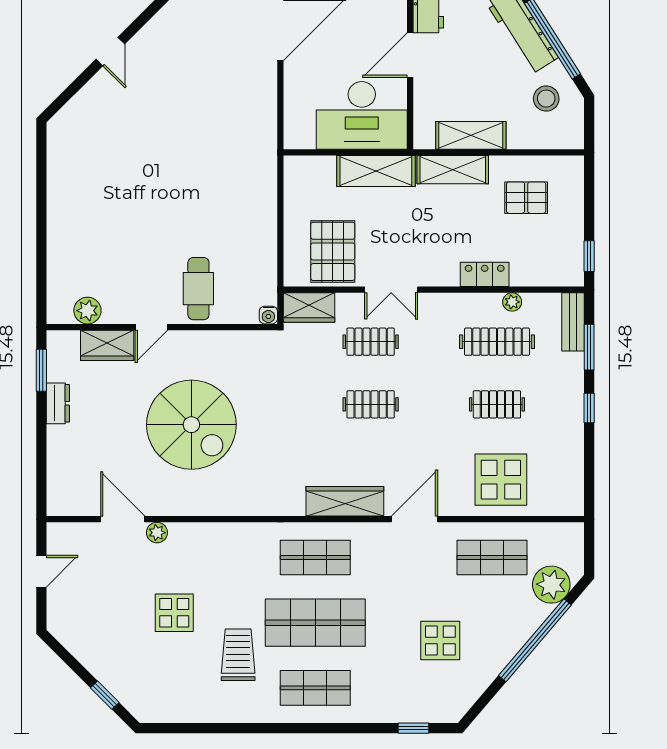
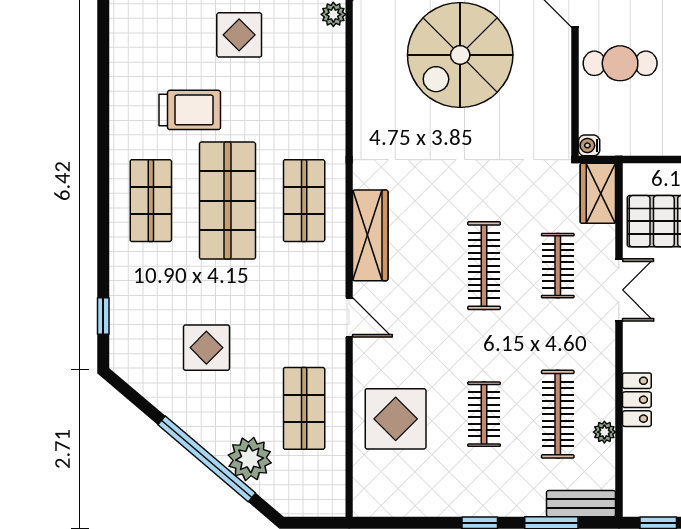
double door: (391, 290) -> (619, 290), swing flipped
clothes rail: (371, 404) -> (484, 266), width x1.36
door: (415, 519) -> (349, 317), width x0.73
plant: (551, 585) -> (250, 459), moved

